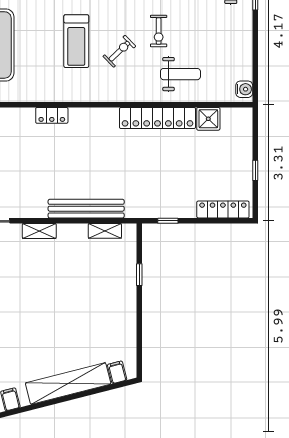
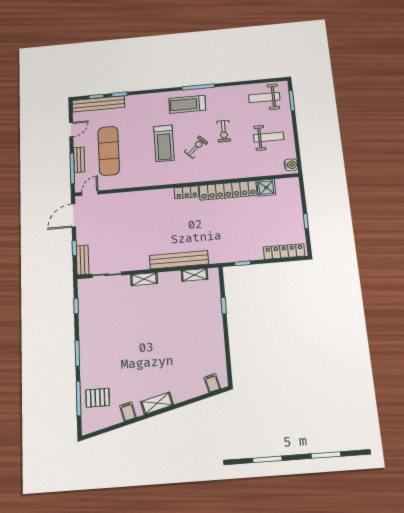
weight bench: (180, 74) -> (269, 137), moved
locker: (52, 115) -> (187, 192), moved
shelving: (68, 384) -> (157, 403), width x0.45, depth x0.75

